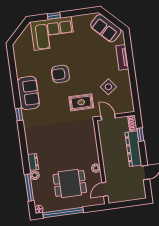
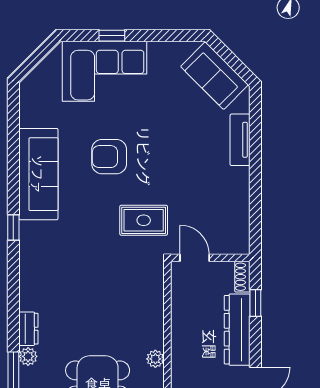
side table: (108, 87) -> (204, 196), removed
sofa: (28, 93) -> (38, 174), width x1.36

